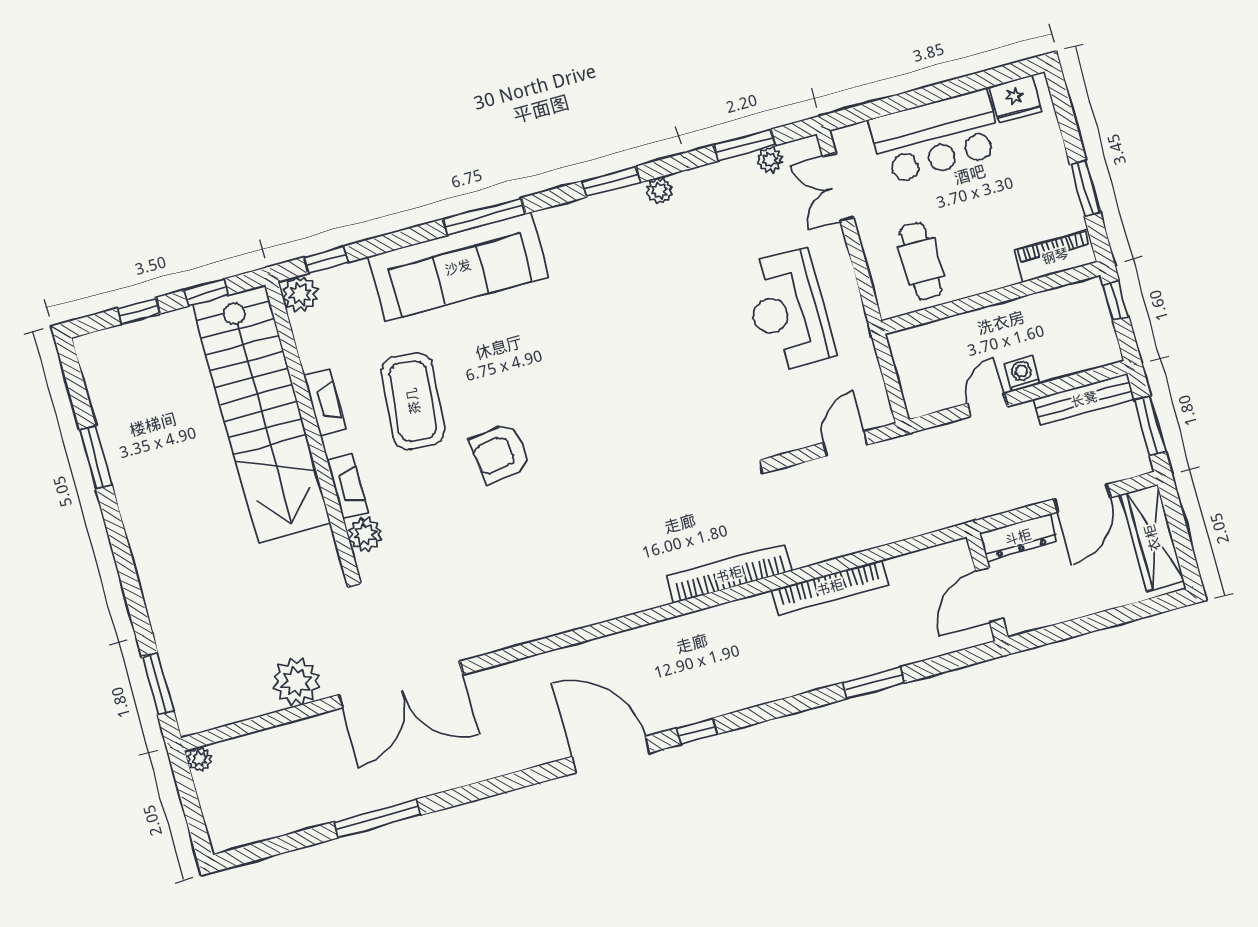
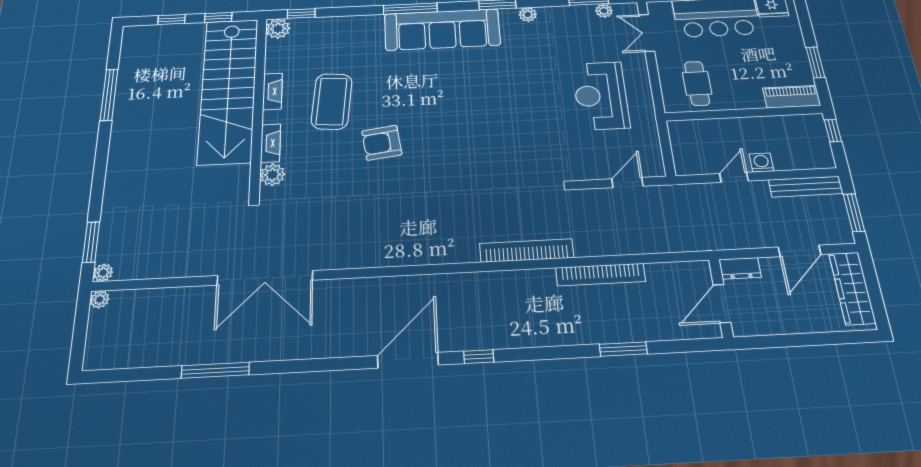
sofa: (458, 267) -> (442, 29), moved
window: (96, 457) -> (109, 95), width x1.44
dresser: (1018, 537) -> (740, 268), width x0.70
plant: (296, 682) -> (103, 273), moved, width x0.53, depth x0.53
door: (611, 755) -> (408, 360), hinge flipped

